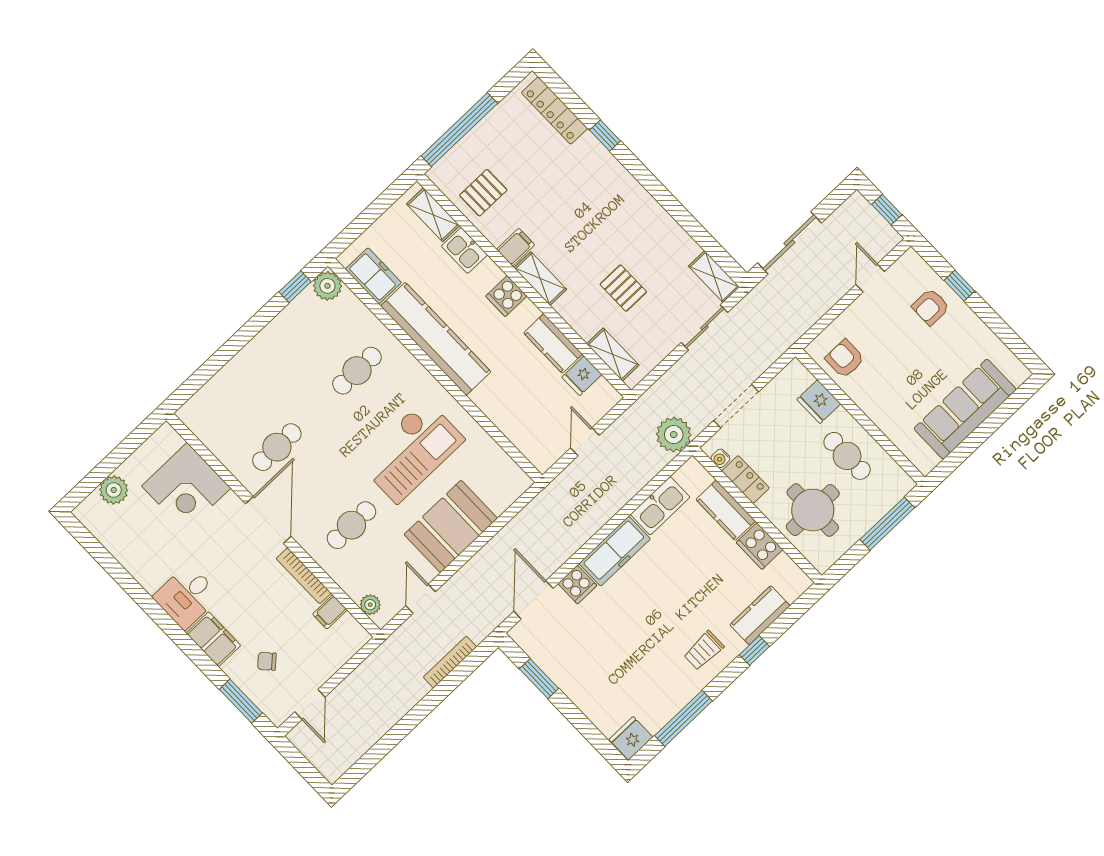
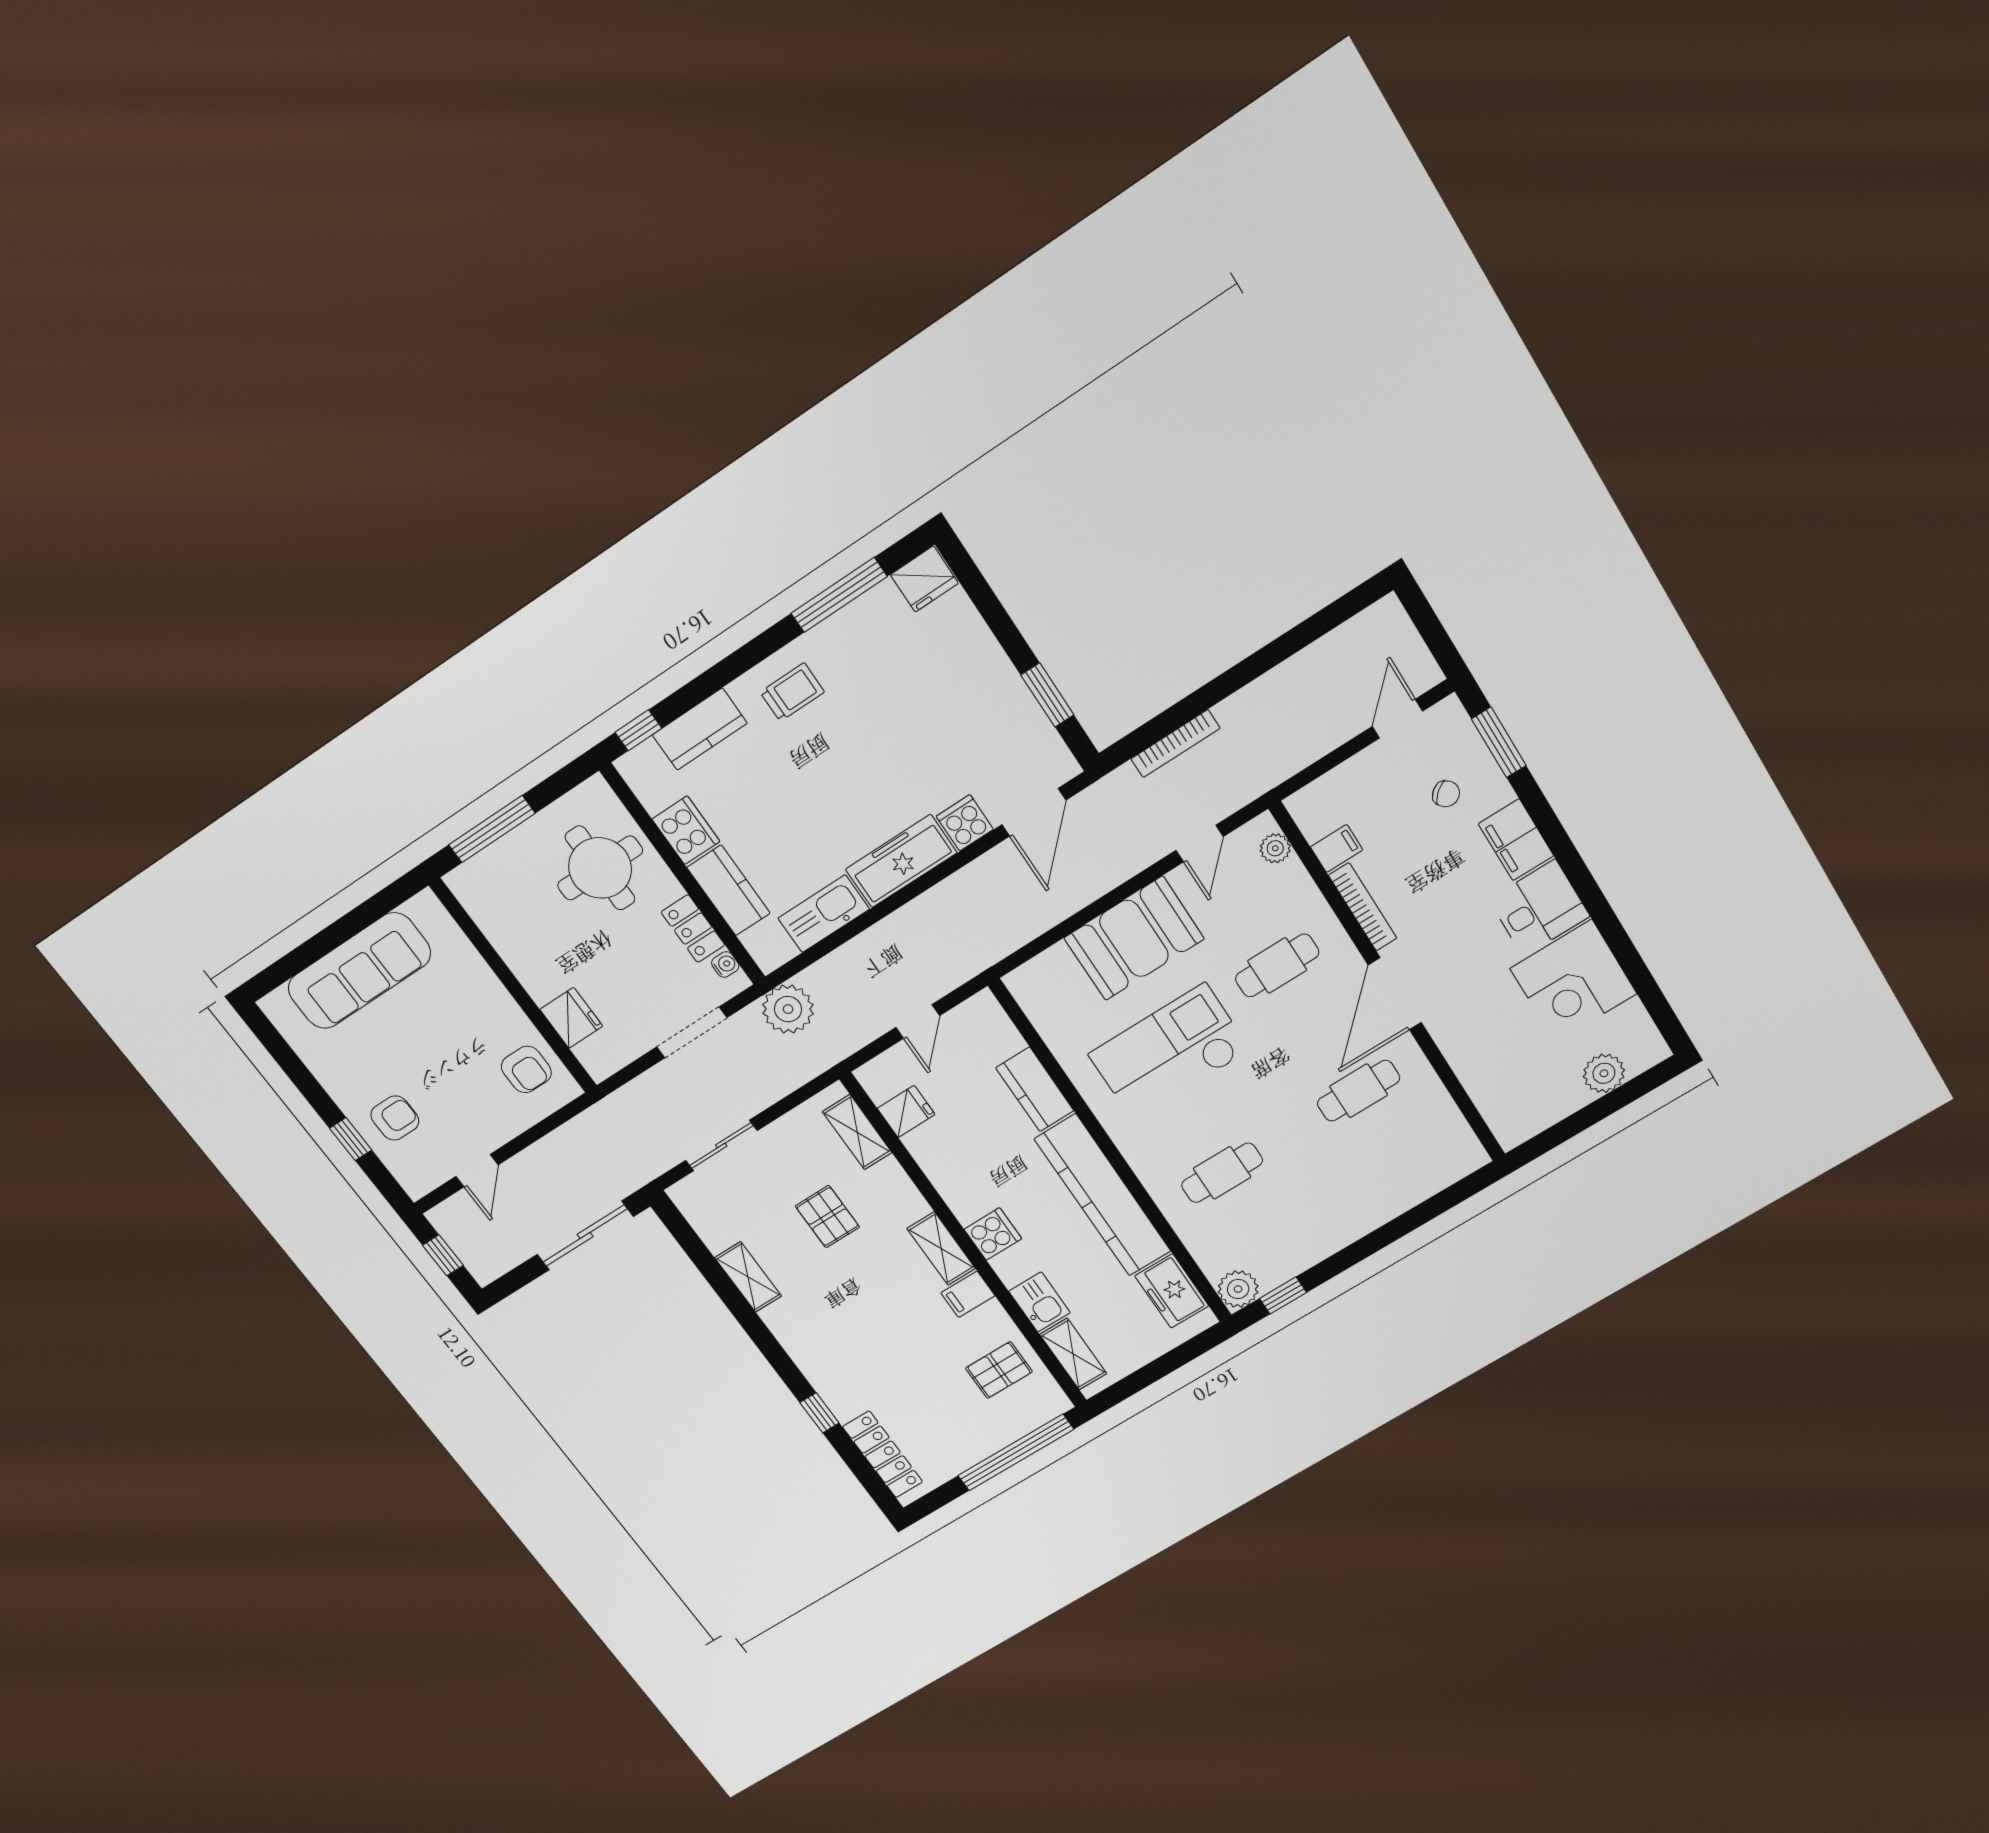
shelving: (714, 277) -> (748, 1277), moved
kitchen counter: (553, 344) -> (1035, 1089), moved, turned 180
cafe table: (847, 456) -> (540, 936), removed
corner desk: (186, 487) -> (1573, 981), moved, turned 180
window: (754, 651) -> (638, 730), moved

